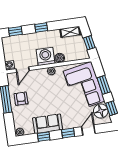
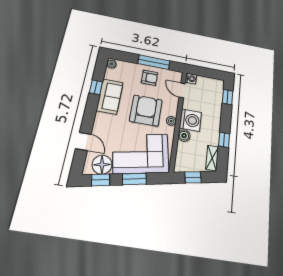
window: (41, 28) -> (224, 140), moved
armchair: (49, 93) -> (146, 110), added
window: (68, 133) -> (89, 116), removed

